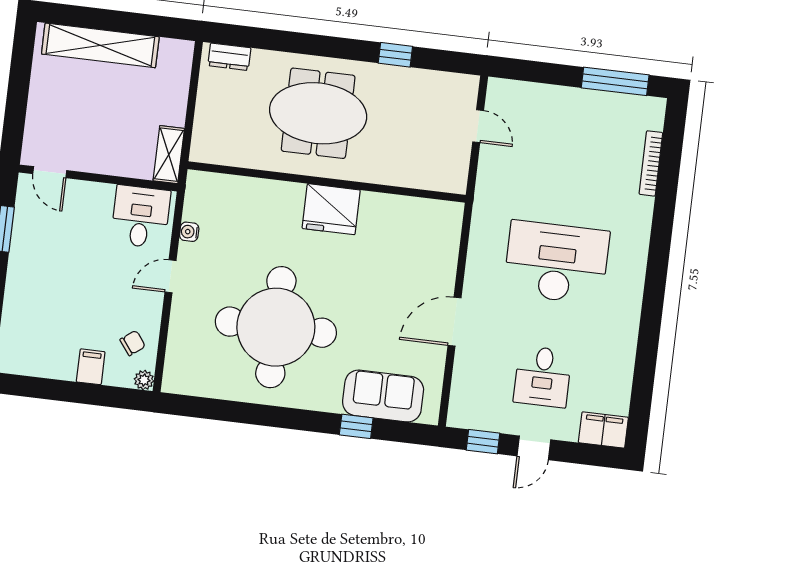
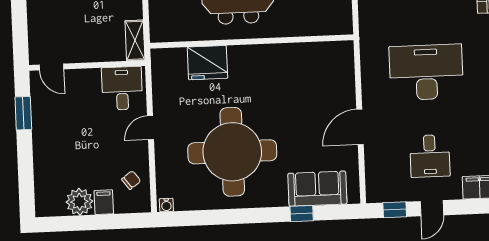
fridge: (331, 209) -> (207, 63), moved
water cooler: (189, 232) -> (166, 205), moved, turned -90
plant: (144, 380) -> (79, 202), moved, width x1.87, depth x1.87

